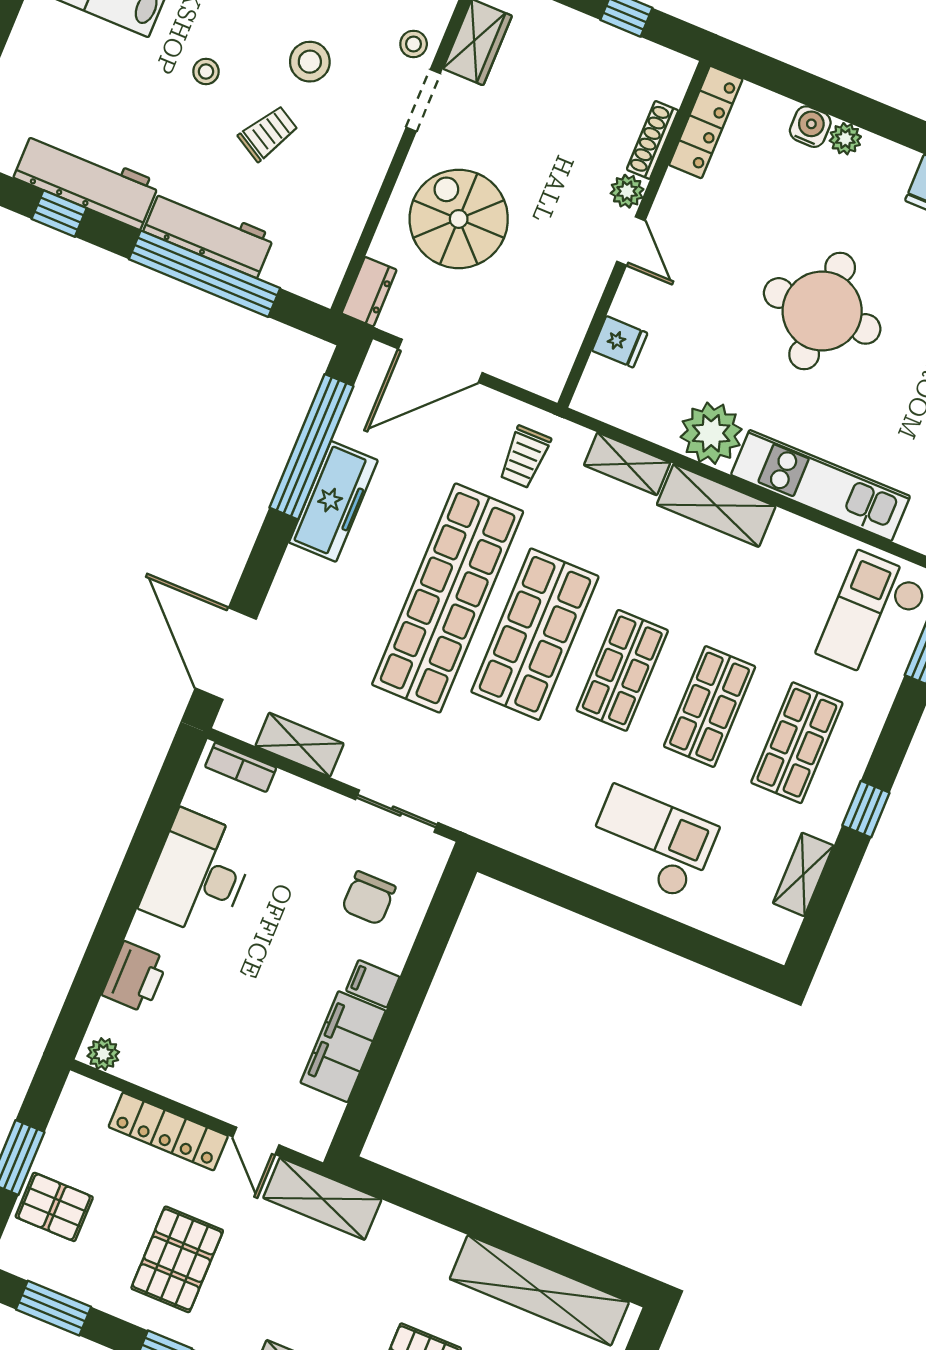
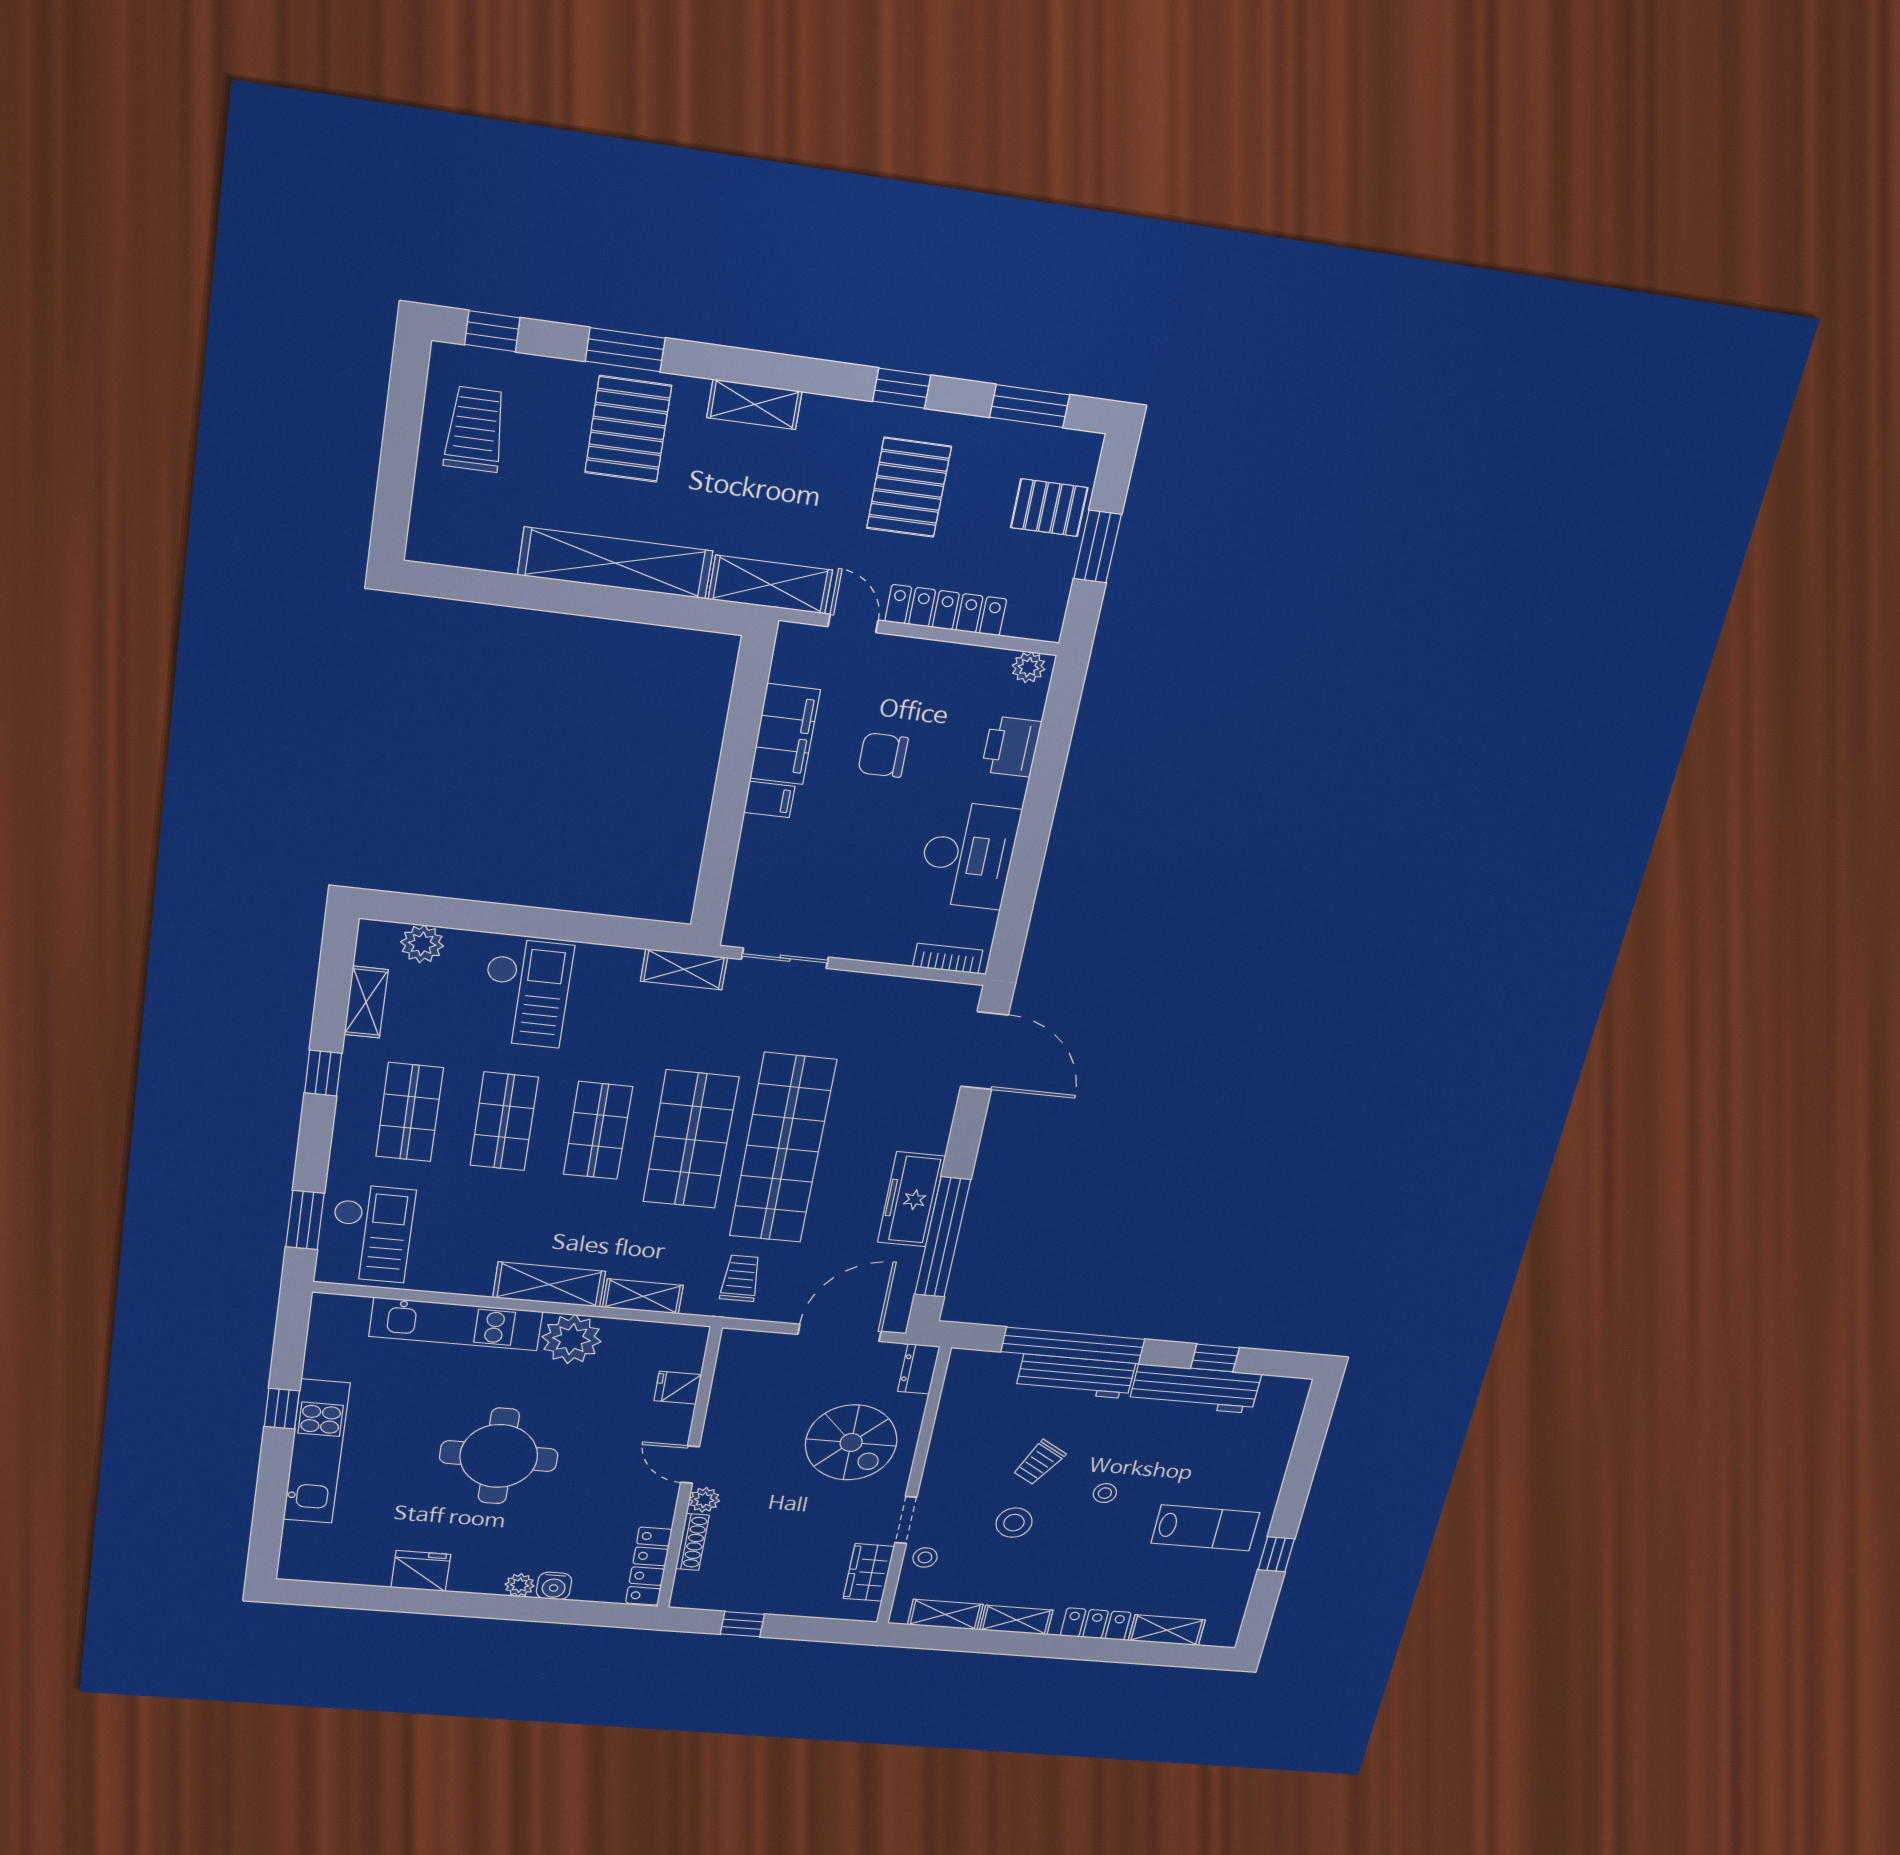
shelving: (300, 745) -> (684, 969), moved
checkout: (651, 842) -> (526, 993), turned -90
chair: (369, 898) -> (883, 755), moved, turned -90
plant: (734, 922) -> (422, 944), added
shelving: (539, 1290) -> (615, 563), moved

